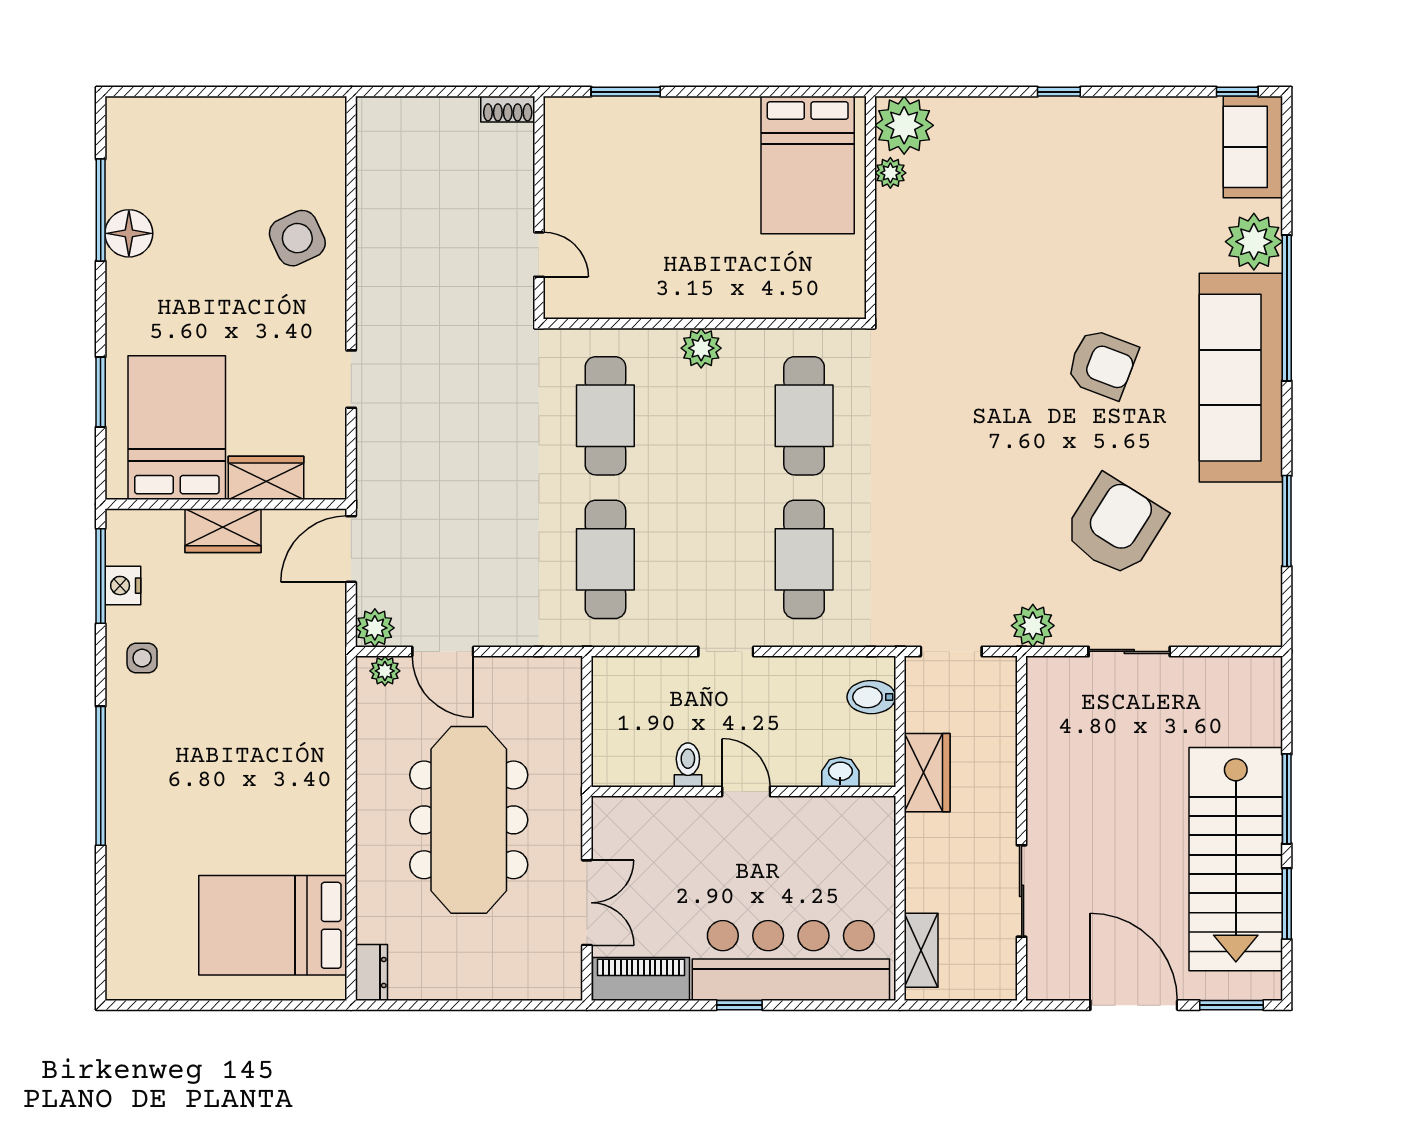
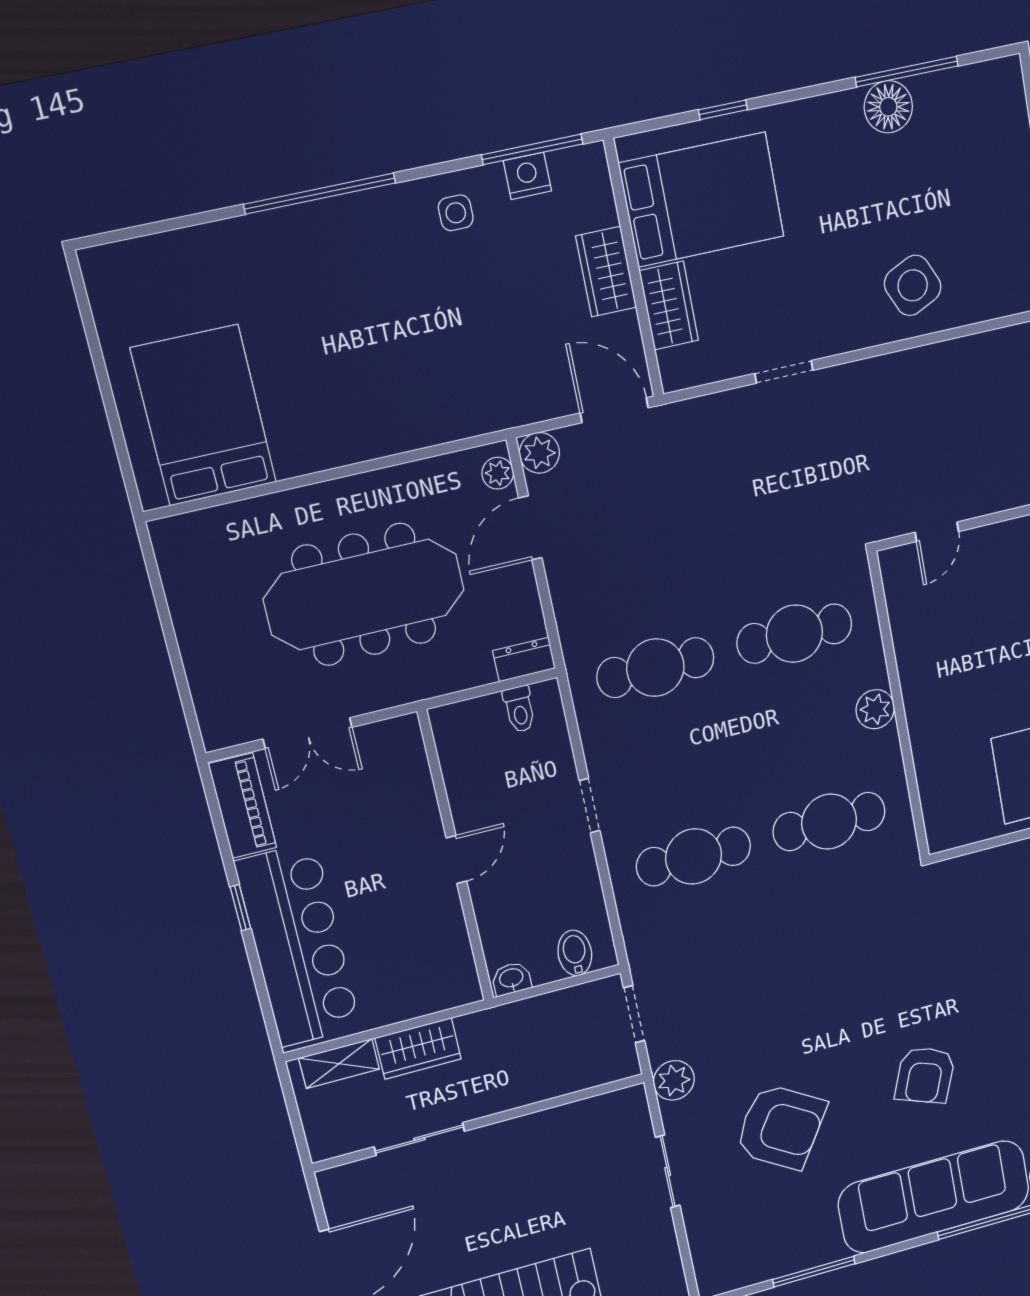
window: (101, 392) -> (723, 110), width x0.67
toilet: (688, 765) -> (519, 709), moved, turned 90
washbasin: (840, 772) -> (511, 979), moved, turned -90
wardrobe: (927, 773) -> (418, 1048), moved
dresser: (371, 972) -> (524, 660), moved, turned 180

